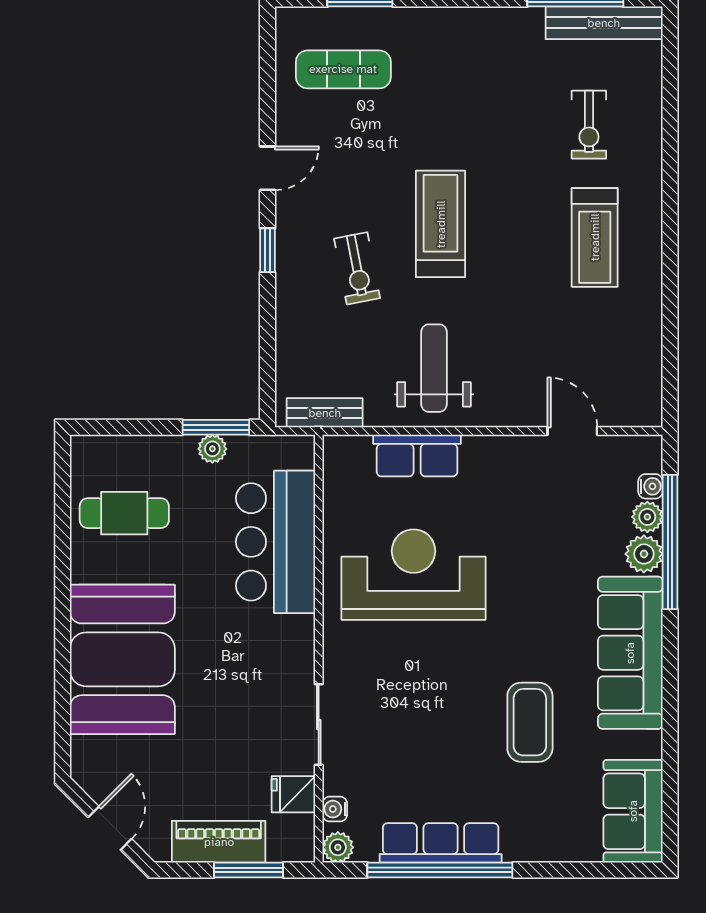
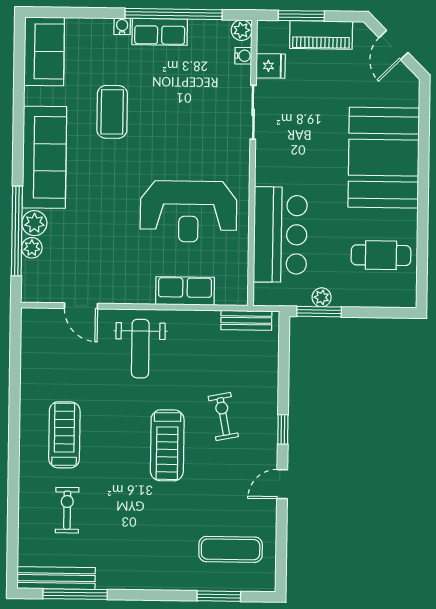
weight bench: (434, 368) -> (140, 349), moved
water cooler: (650, 486) -> (122, 26), moved, turned 90
row of seats: (441, 843) -> (160, 32), width x0.68

